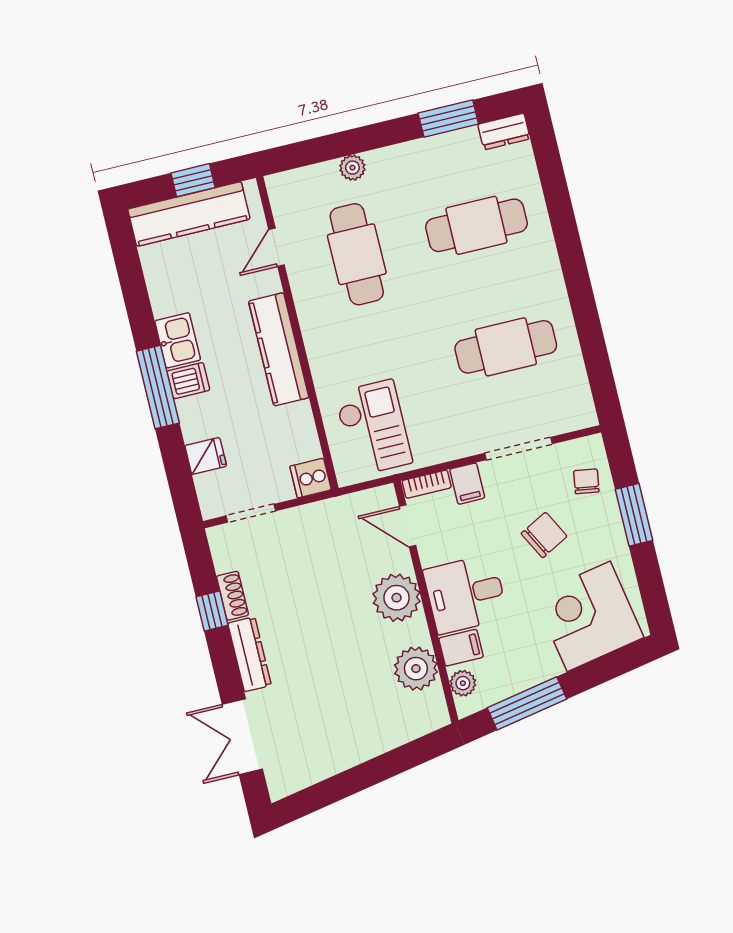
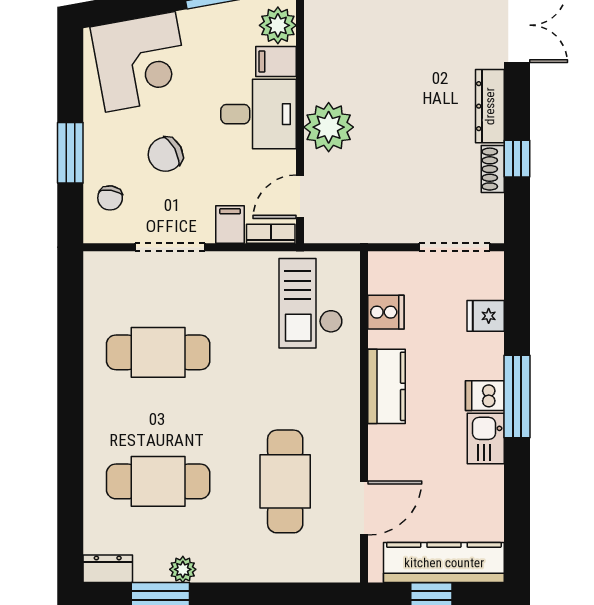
plant: (352, 168) -> (183, 569), moved
door: (276, 247) -> (364, 508), width x1.37
kitchen counter: (279, 349) -> (387, 386), width x0.67
cooker: (311, 478) -> (386, 312), moved
doorway: (251, 513) -> (454, 247), width x1.38
door: (408, 526) -> (300, 197), swing flipped
plant: (416, 669) -> (326, 51), removed
plant: (463, 683) -> (278, 25), width x1.38, depth x1.38

